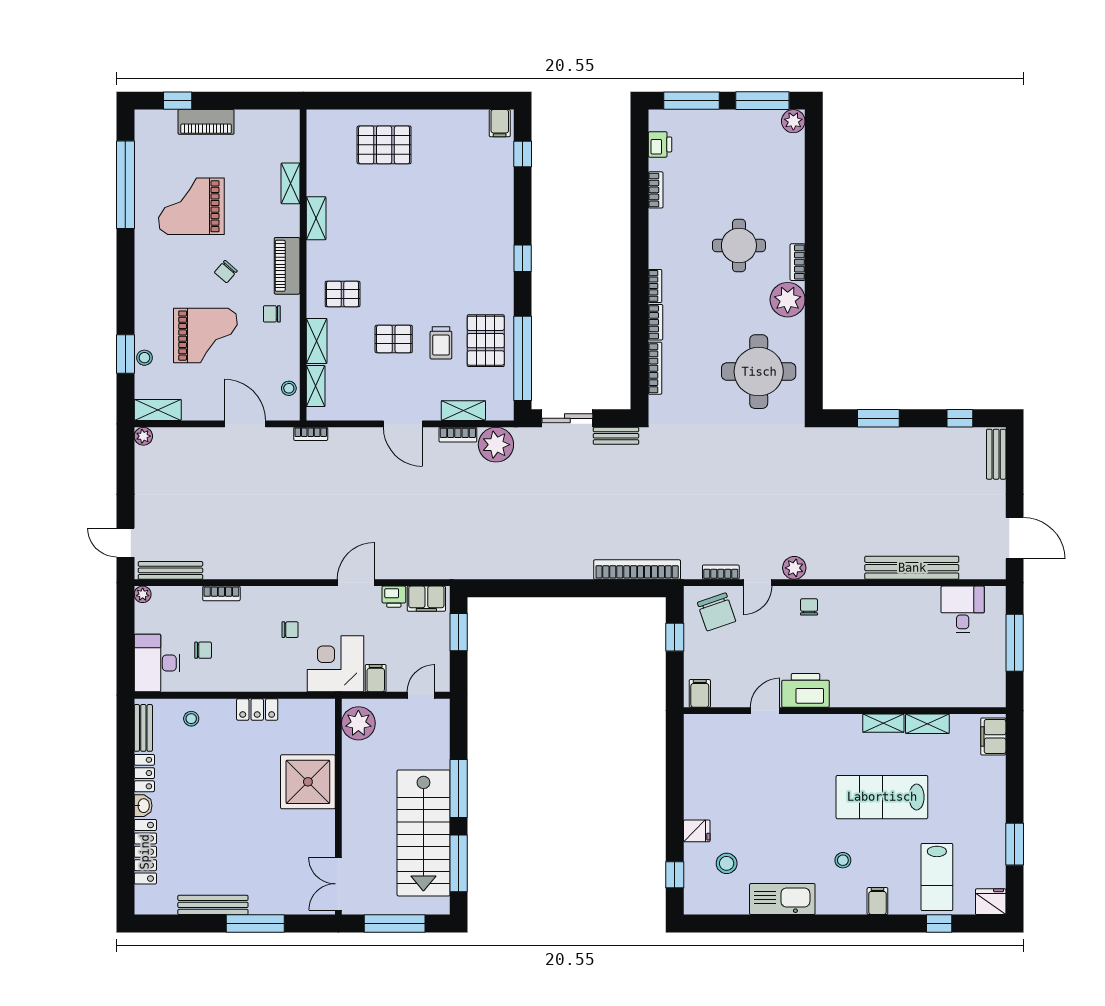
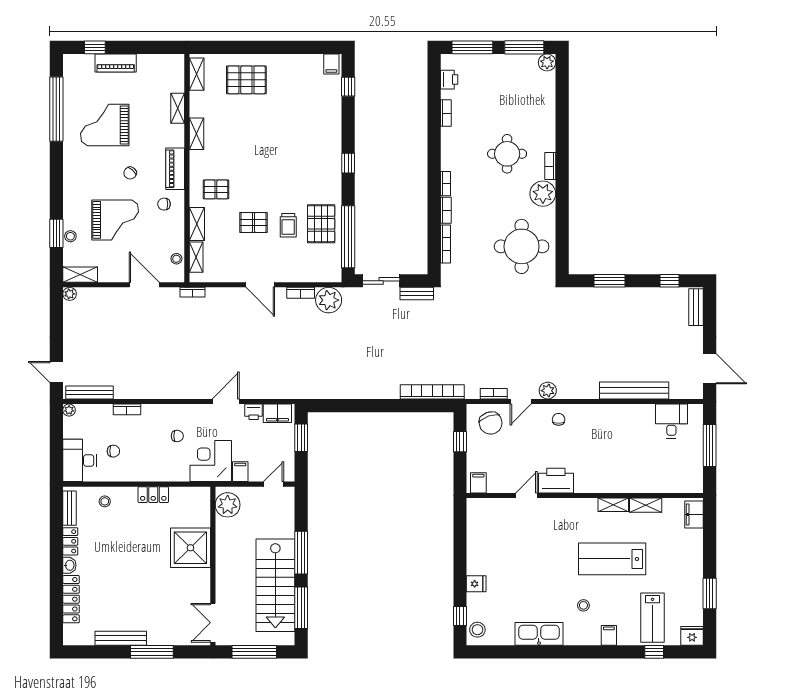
shelving: (463, 411) -> (197, 74), moved, turned 90
stool: (727, 863) -> (477, 630), moved

